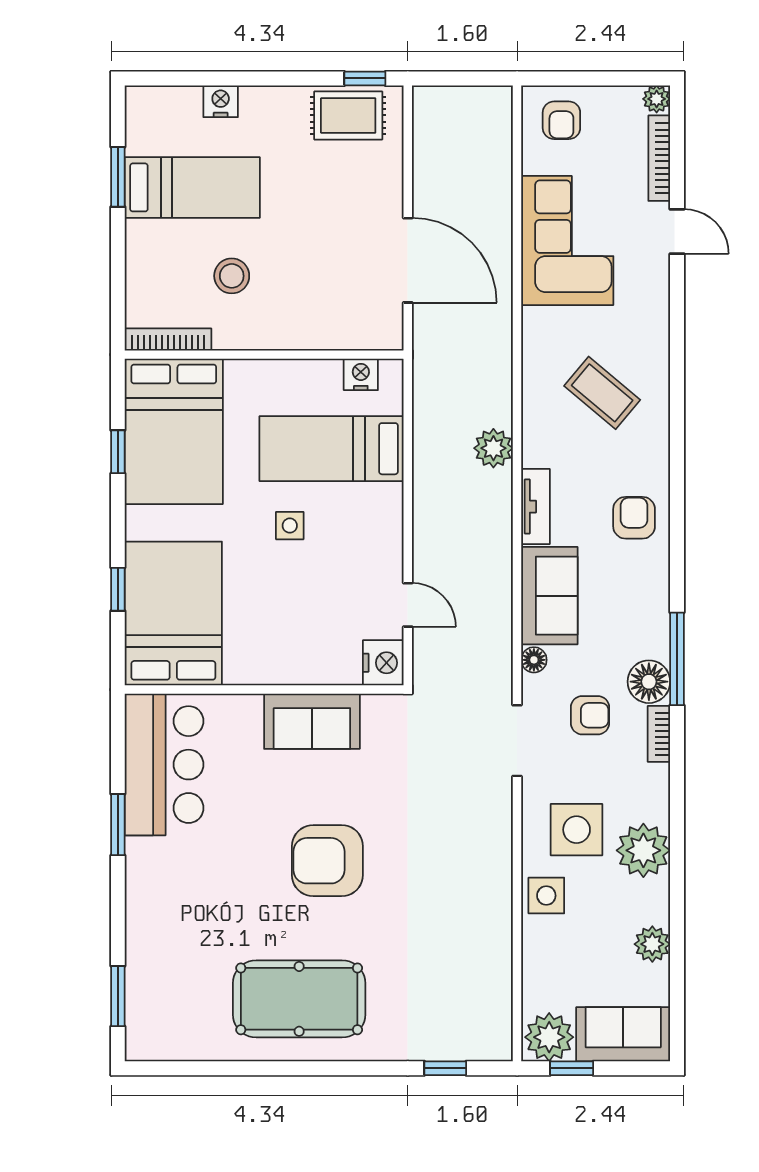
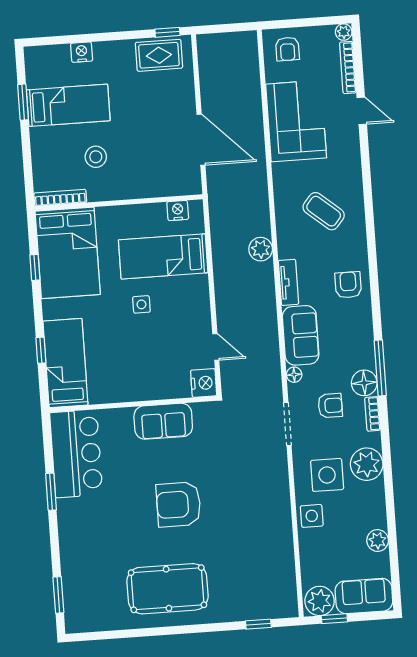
bed: (173, 613) -> (65, 363), width x0.67
plant: (643, 850) -> (367, 464), moved

